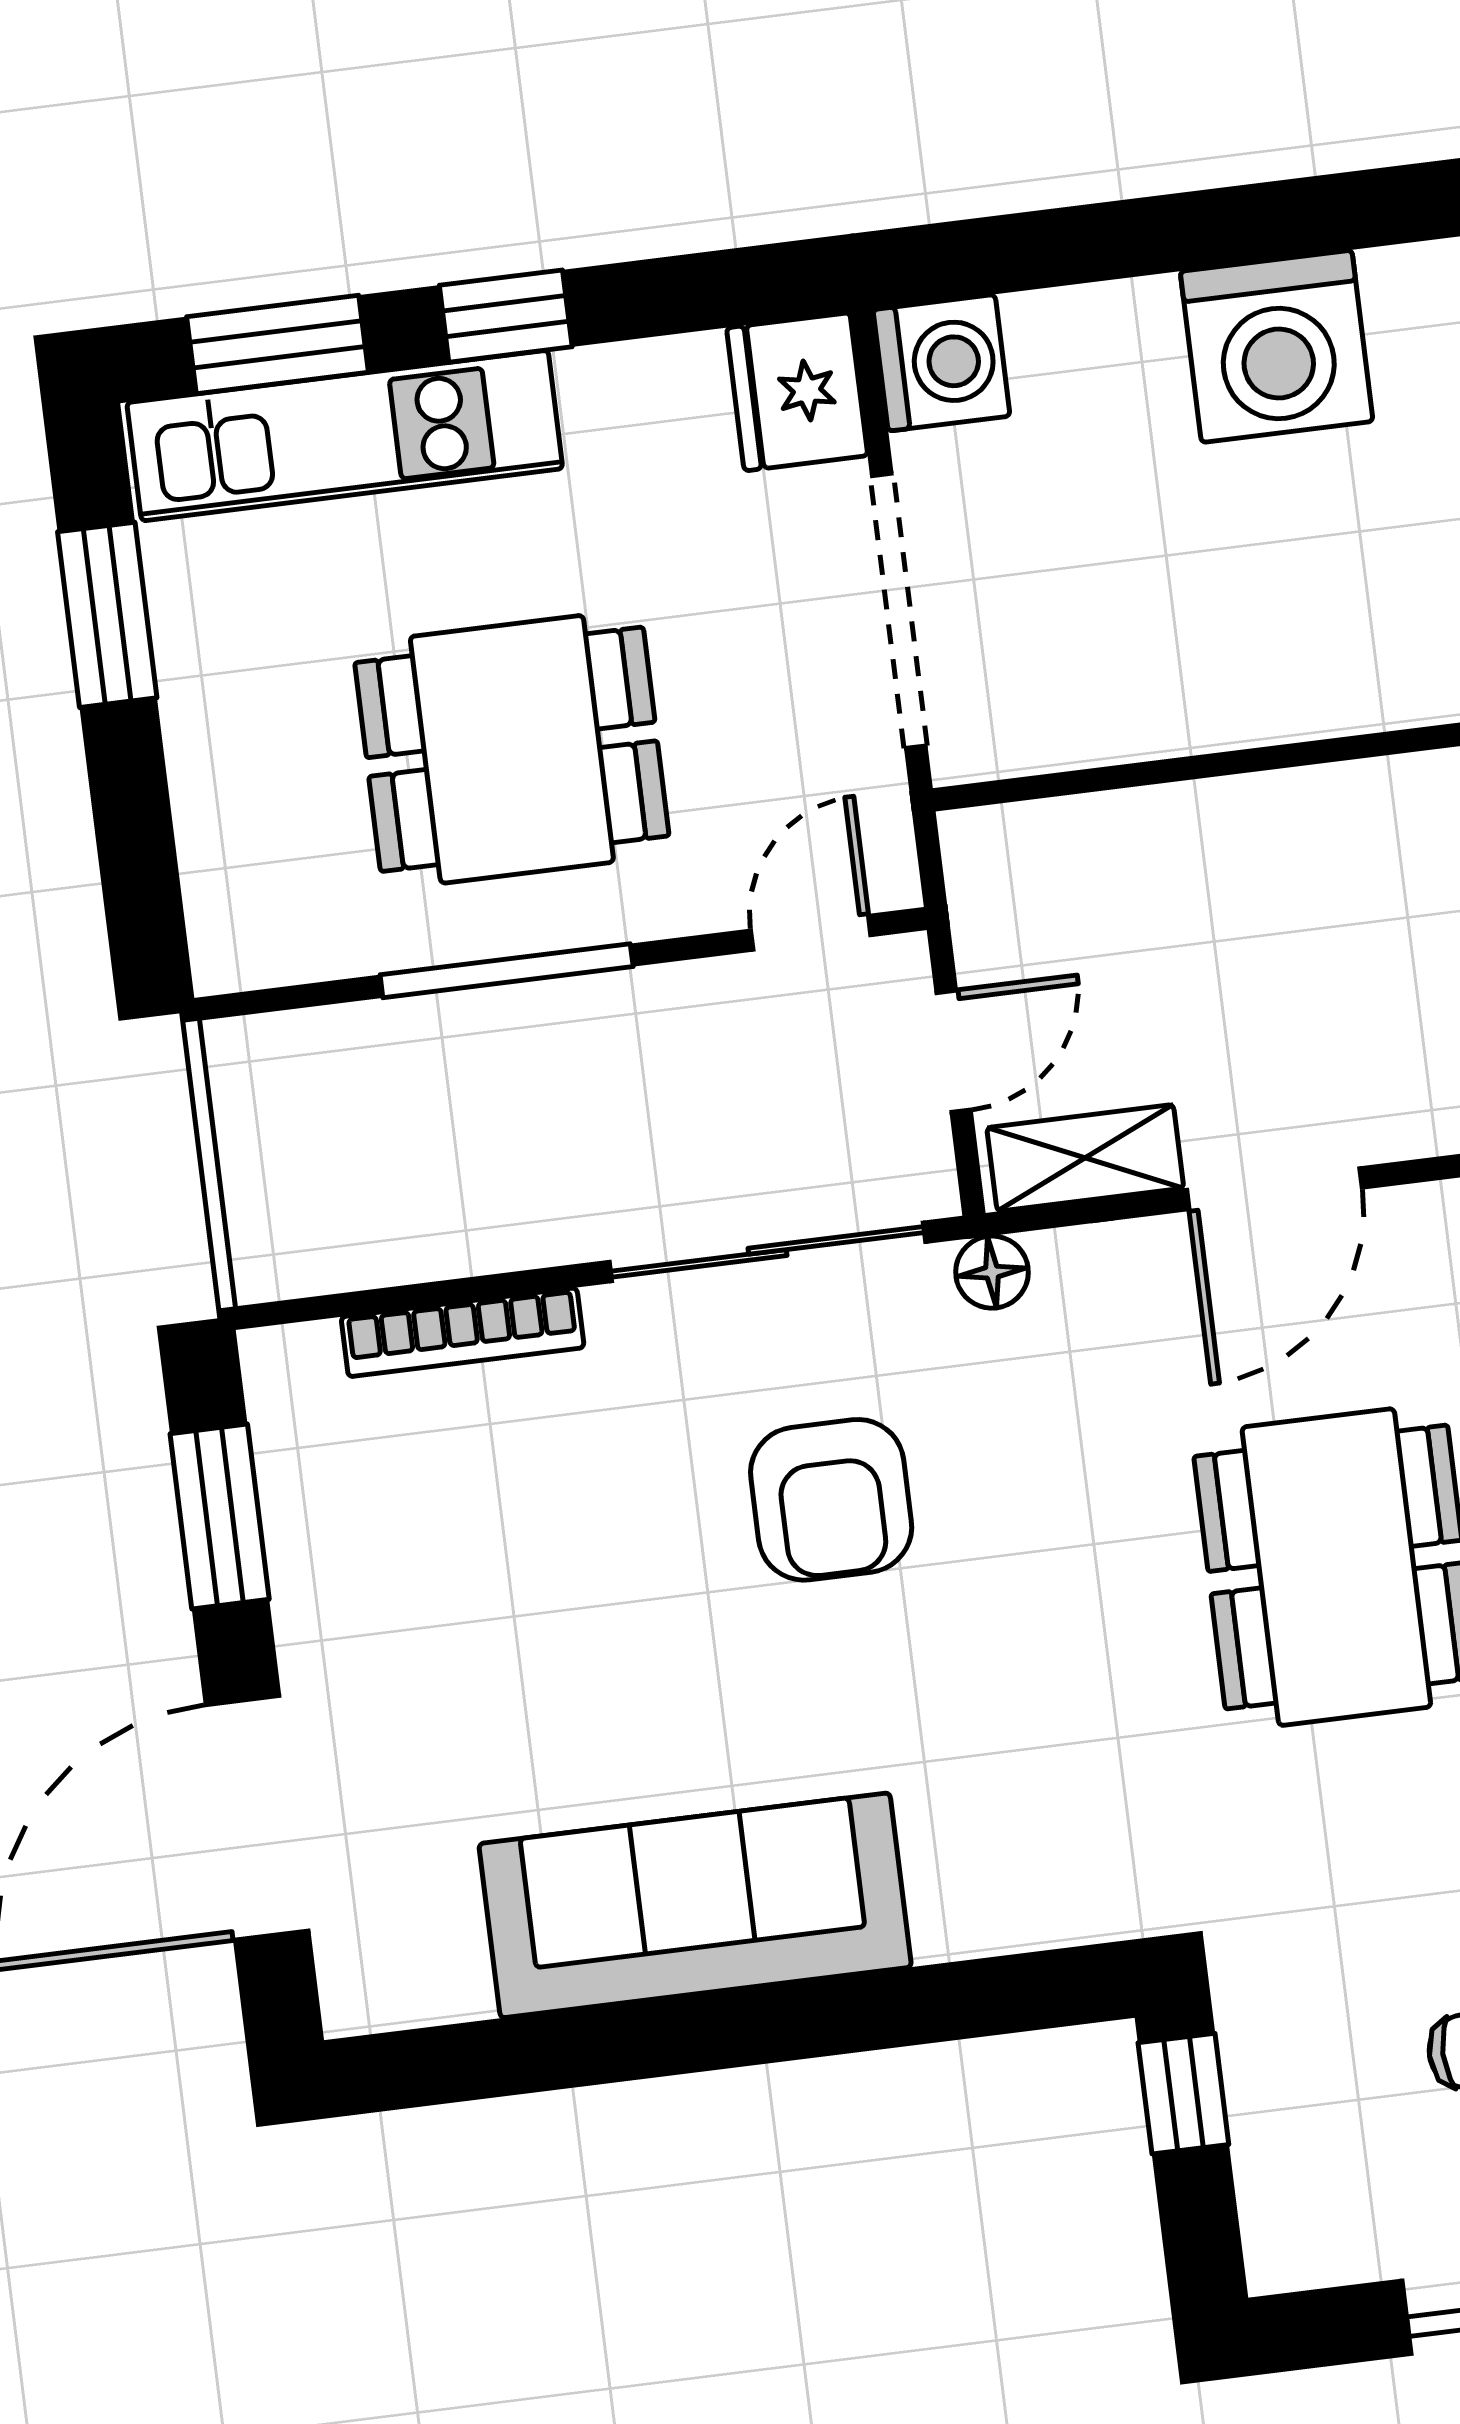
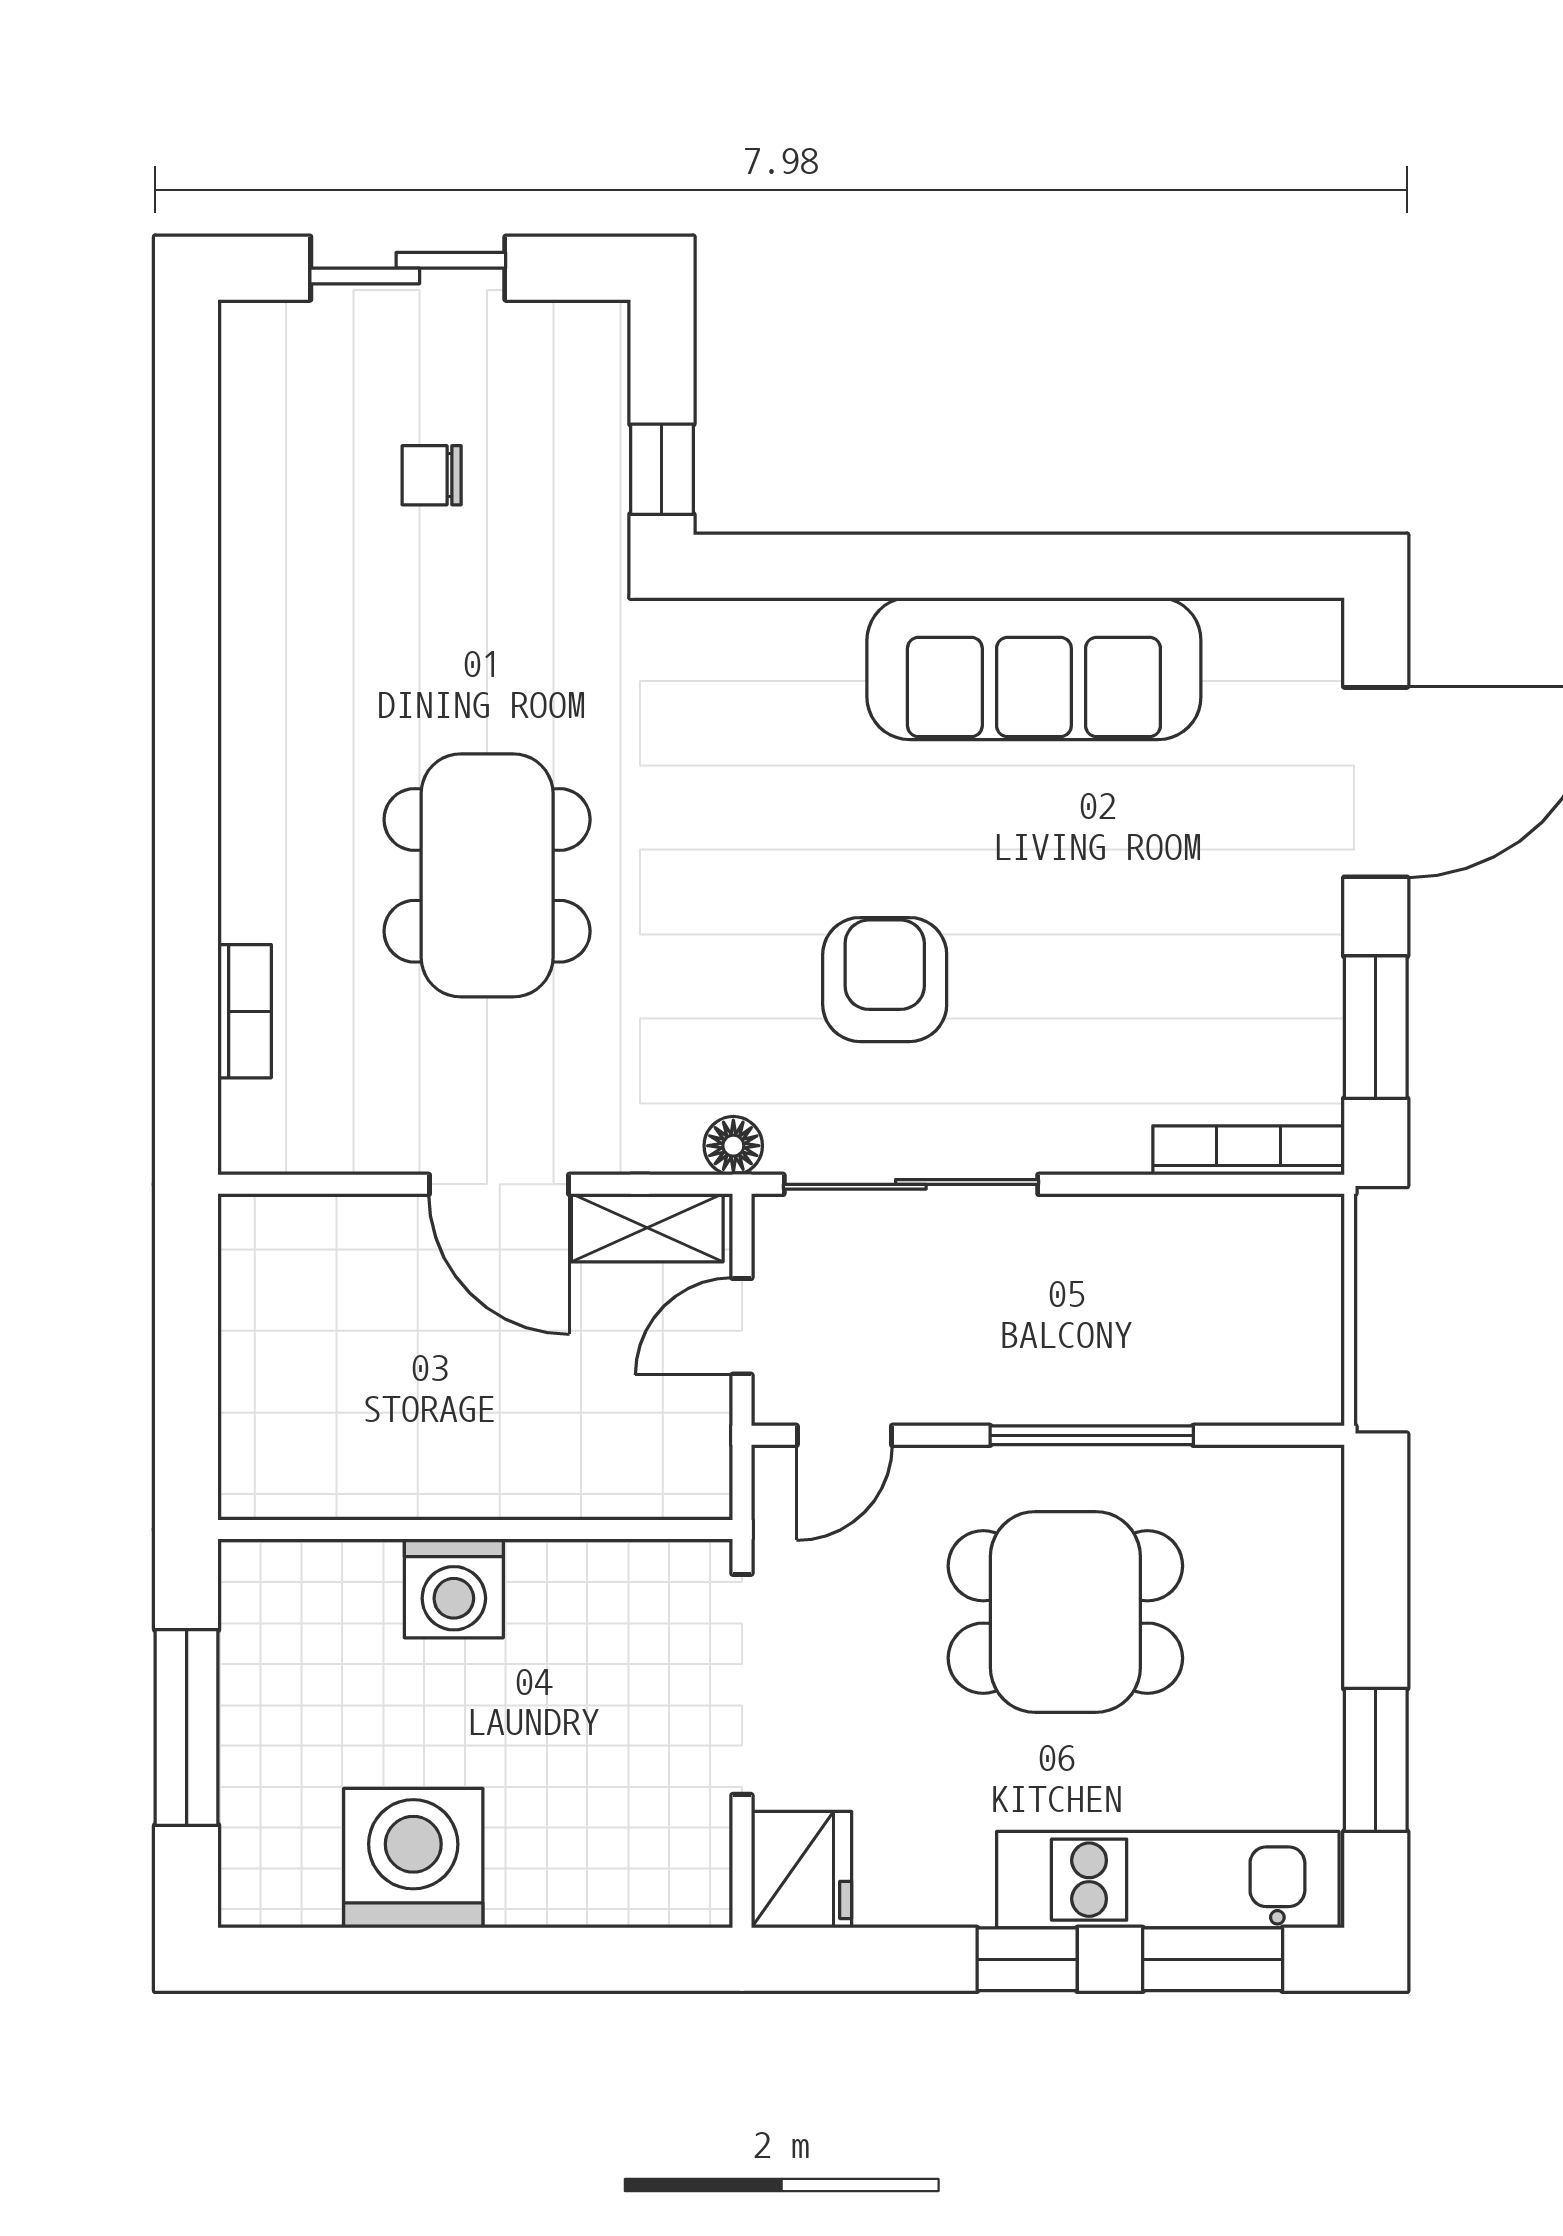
washing machine: (942, 363) -> (454, 1588), moved, turned -90
door: (1274, 1189) -> (499, 1184), swing flipped
bookcase: (463, 1332) -> (1249, 1150), moved

